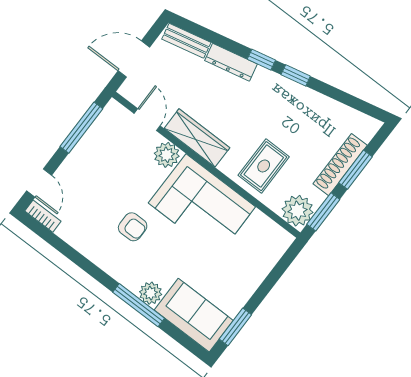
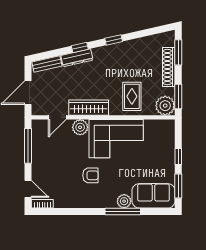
window: (261, 60) -> (80, 48), moved
door: (147, 120) -> (57, 117), swing flipped
window: (356, 170) -> (178, 52), moved
window: (264, 289) -> (178, 156), added

